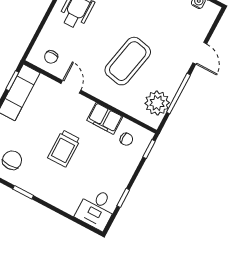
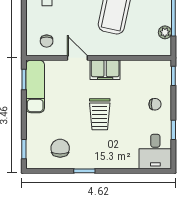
plant: (157, 103) -> (165, 32), width x0.53, depth x0.53
filing cabinet: (105, 119) -> (105, 70), moved
chair: (126, 139) -> (155, 104), moved

